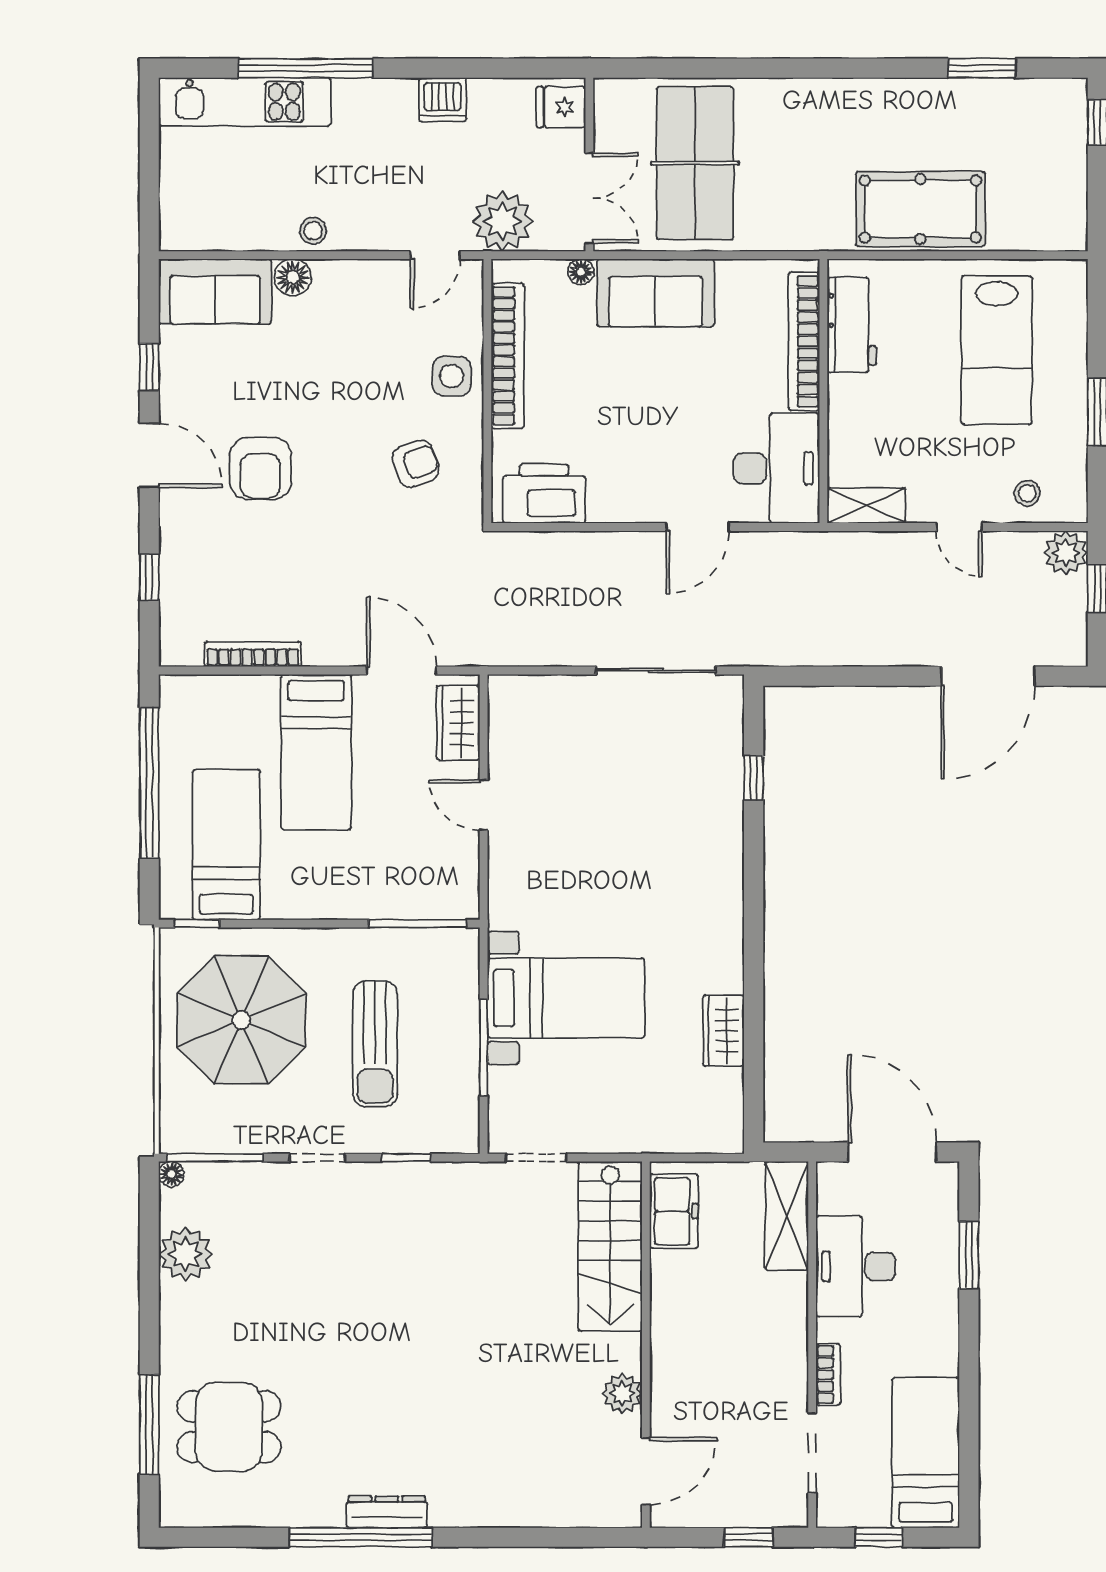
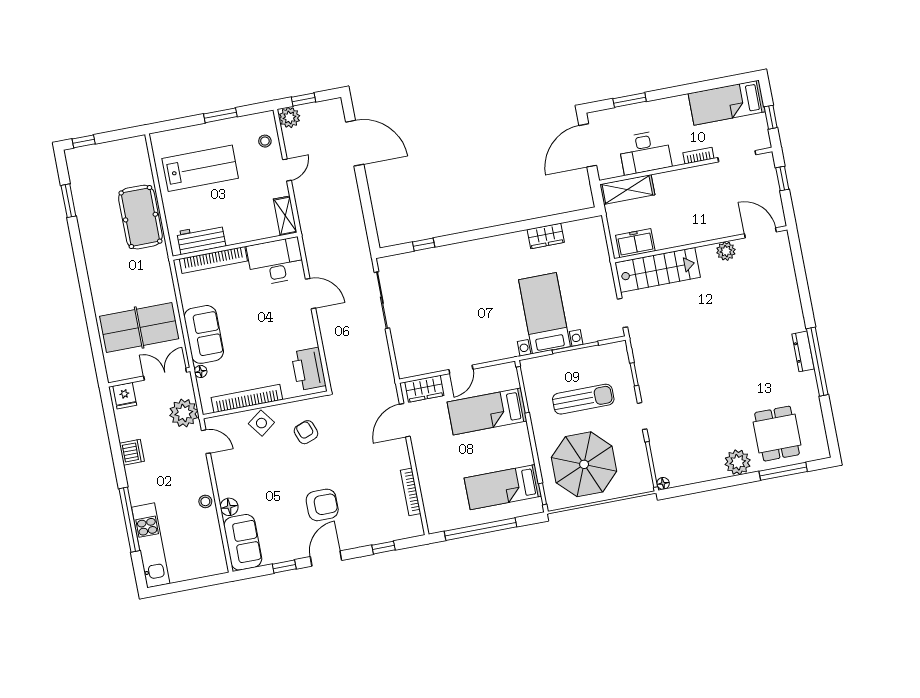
side table: (452, 376) -> (261, 423), turned -37
bed: (316, 752) -> (487, 411), moved, turned 180
plant: (186, 1254) -> (738, 462), moved

